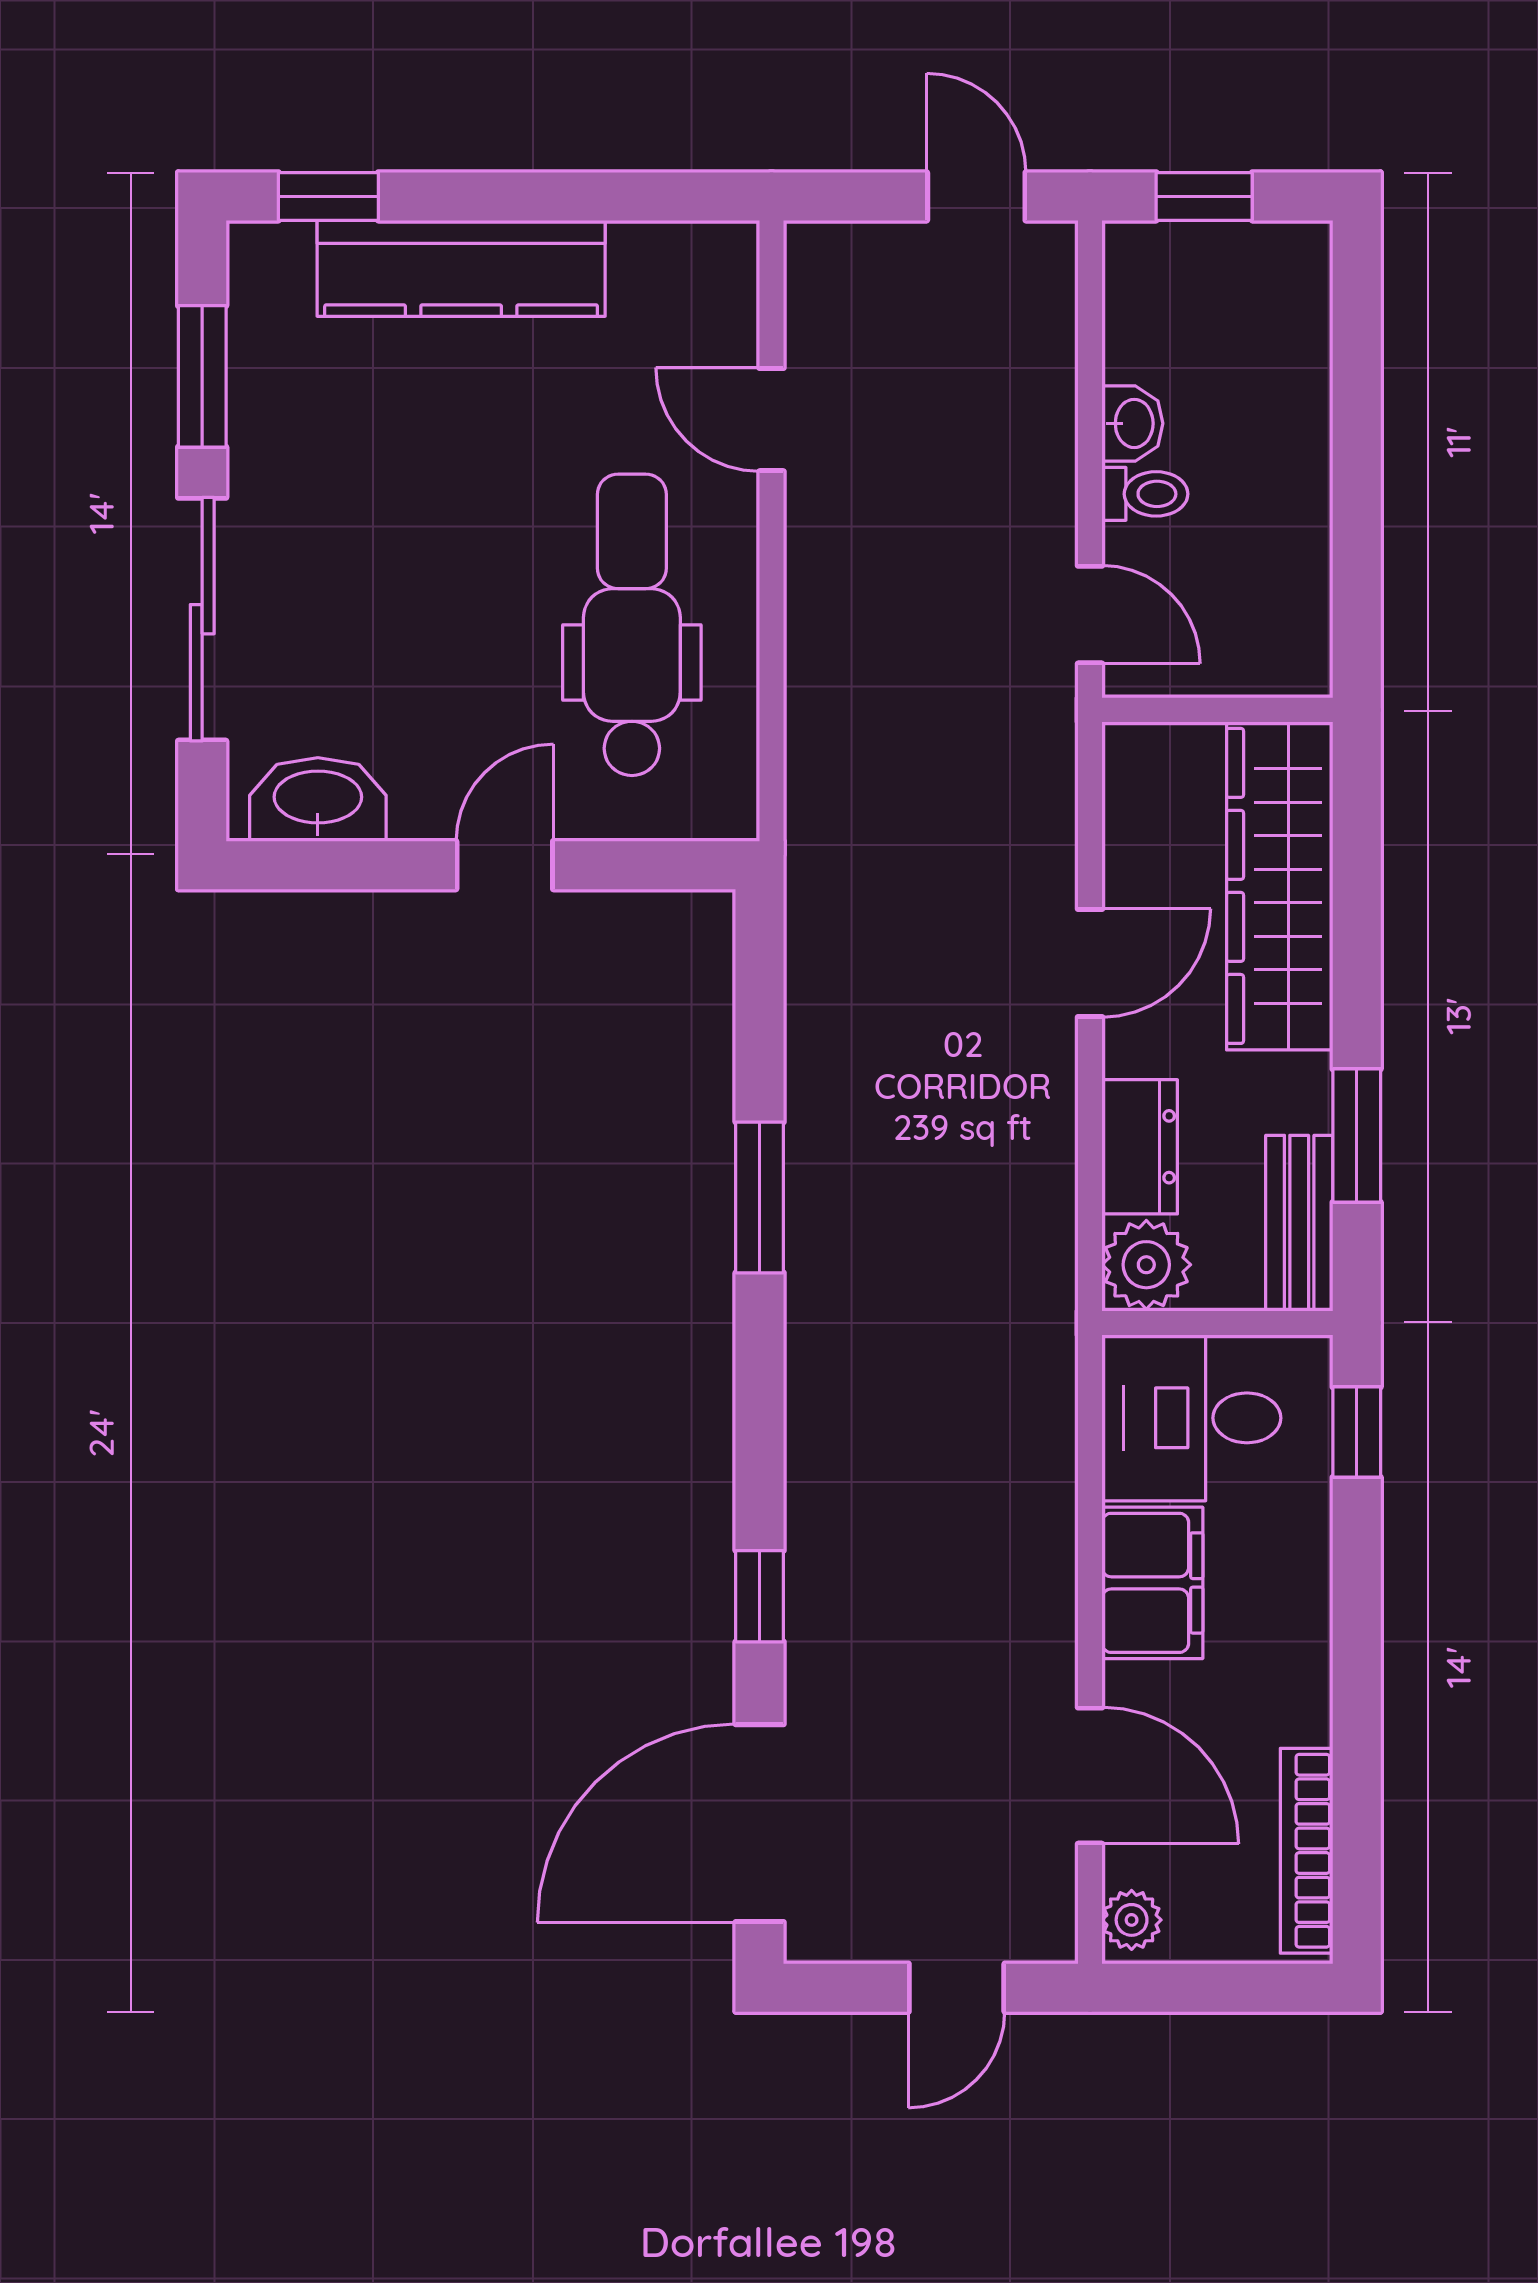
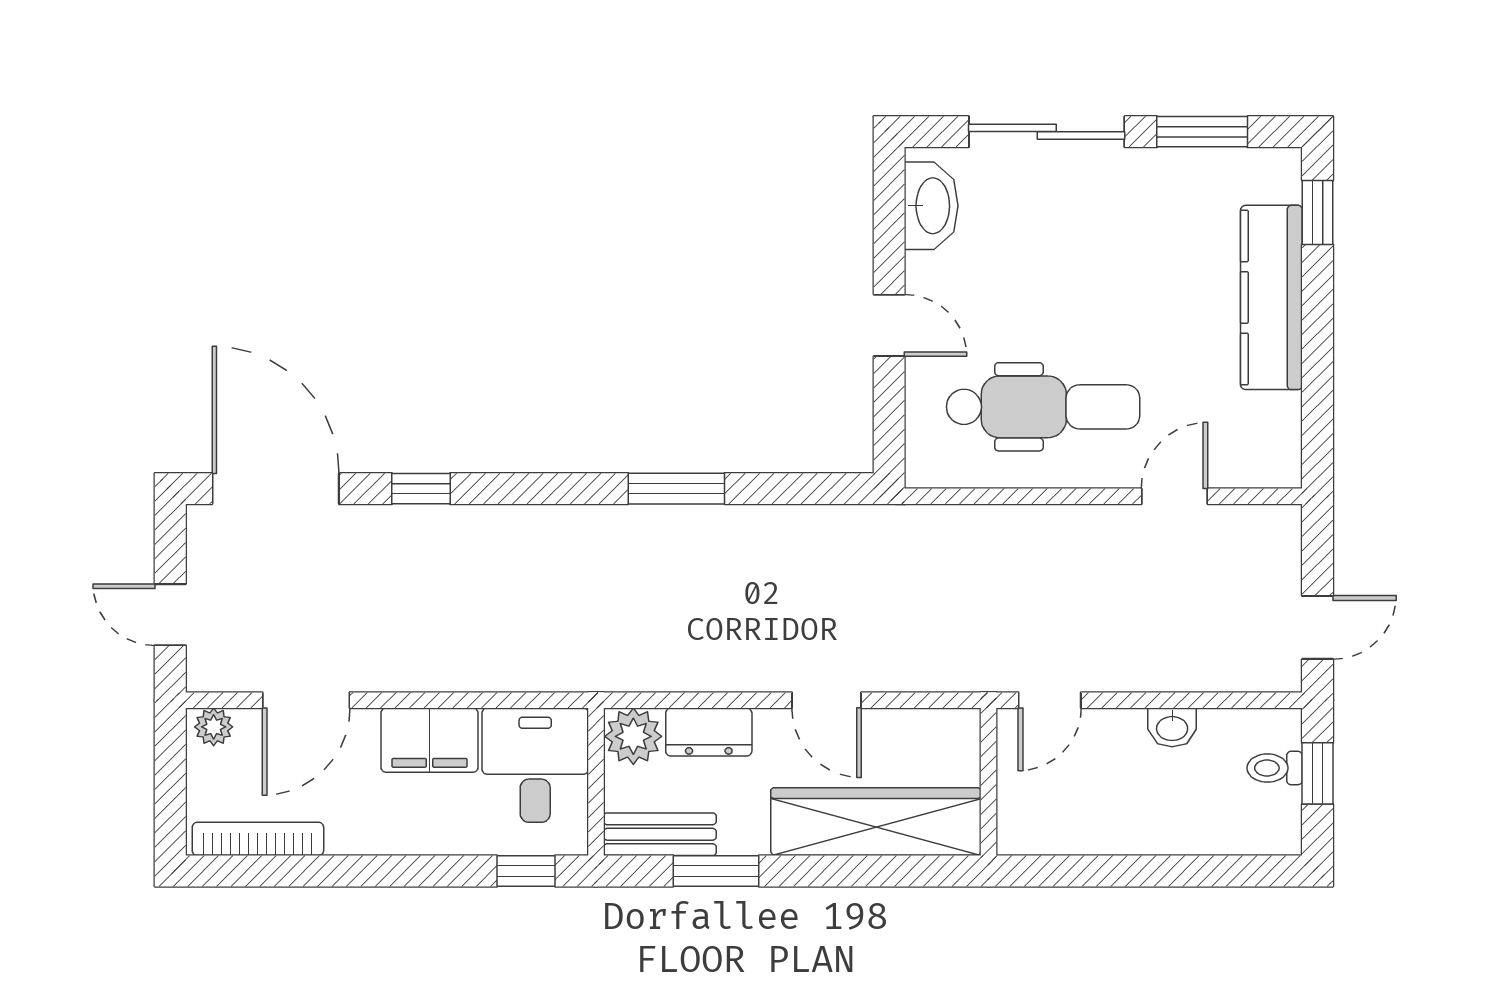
toilet: (1145, 494) -> (1275, 768), moved, turned 90

